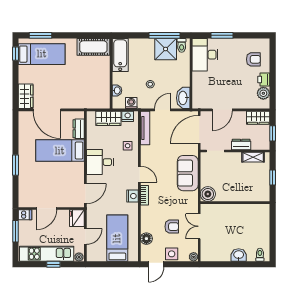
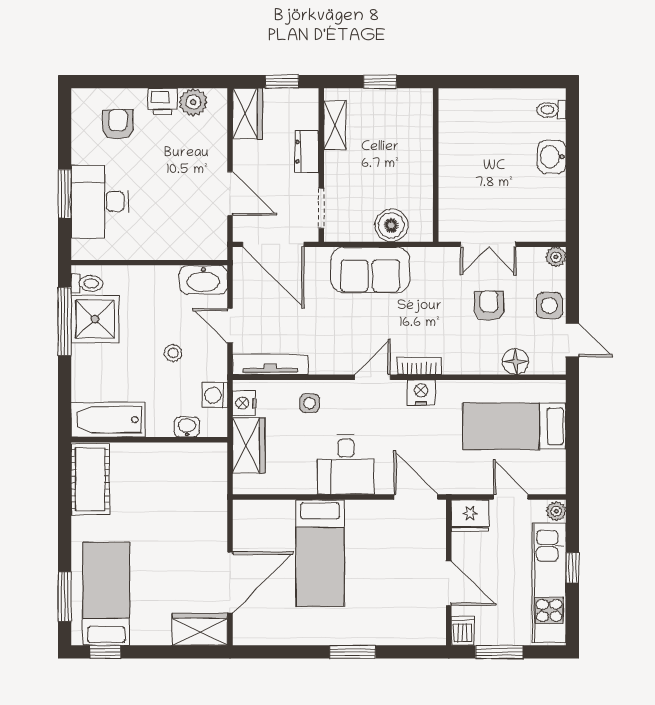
desk: (205, 55) -> (100, 202), moved, turned 90
dresser: (79, 129) -> (272, 512), removed
boiler: (208, 194) -> (391, 225), moved

